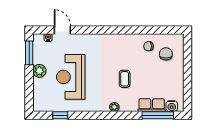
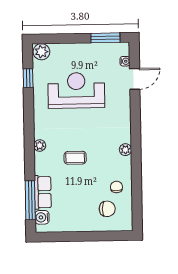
plant: (119, 39) -> (125, 150), added
plant: (39, 71) -> (41, 52), moved

